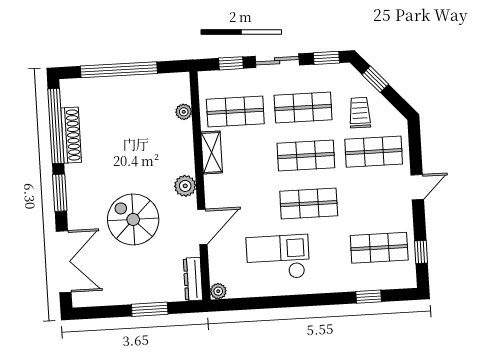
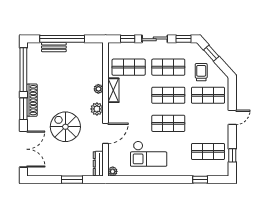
bench: (106, 85) -> (54, 47), added
plant: (184, 112) -> (98, 89), moved
shoe rack: (71, 135) -> (32, 100), moved
checkout: (278, 257) -> (149, 154), turned 180

